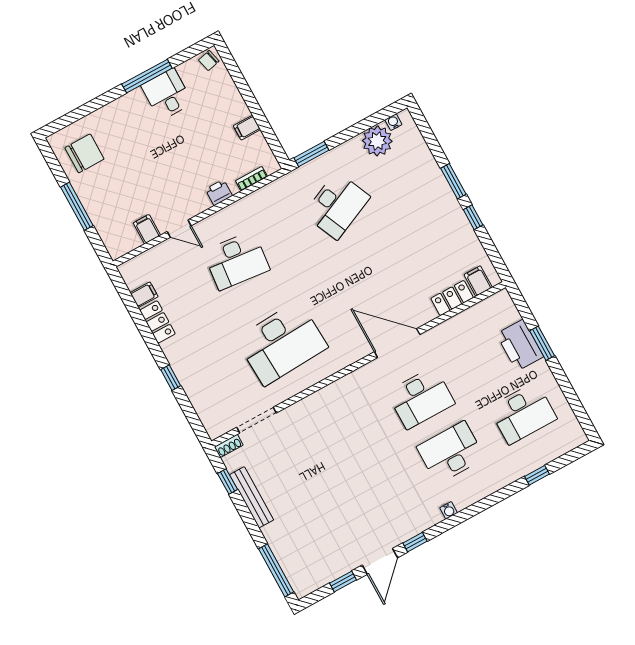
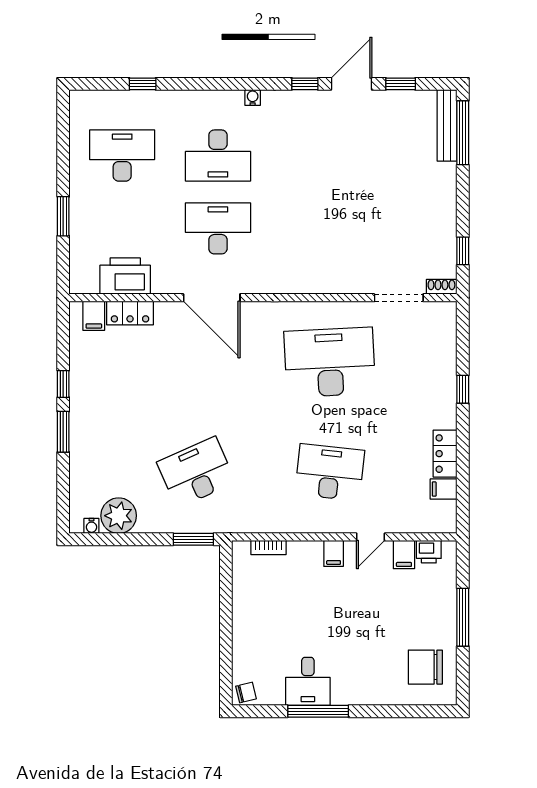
filing cabinet: (247, 128) -> (334, 553), moved, turned 90
printer: (219, 193) -> (429, 552), moved
door: (179, 229) -> (371, 537), swing flipped
printer: (520, 345) -> (125, 276), moved, turned -90
bench: (252, 497) -> (447, 125), moved

